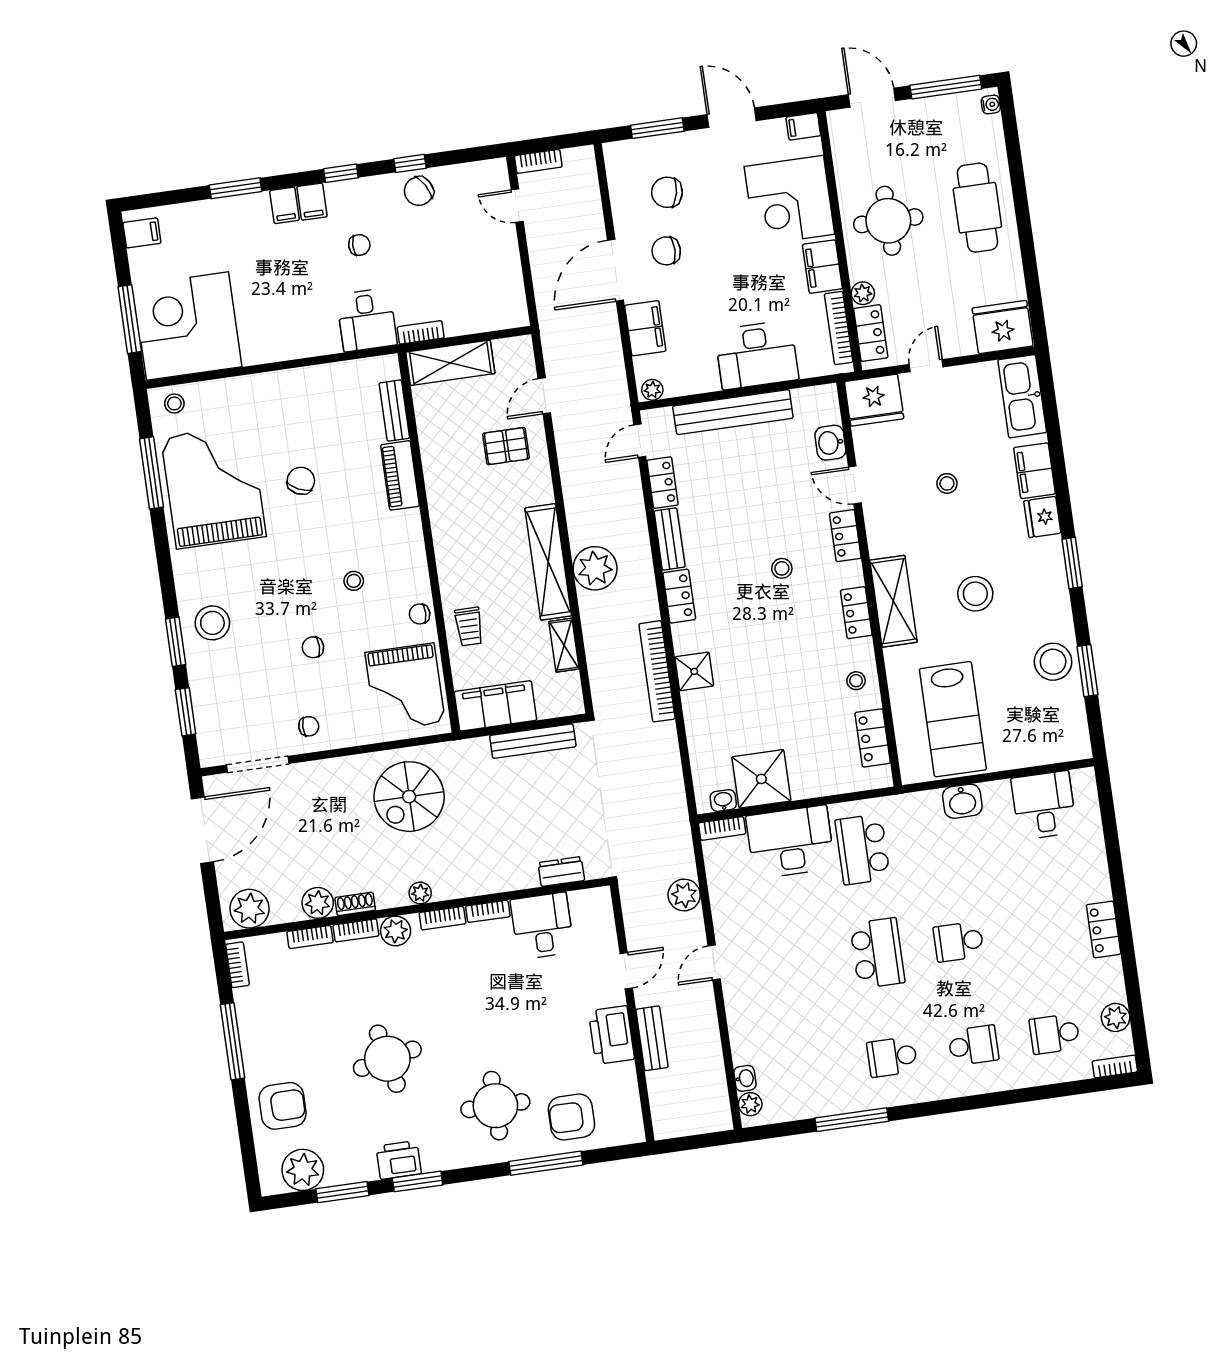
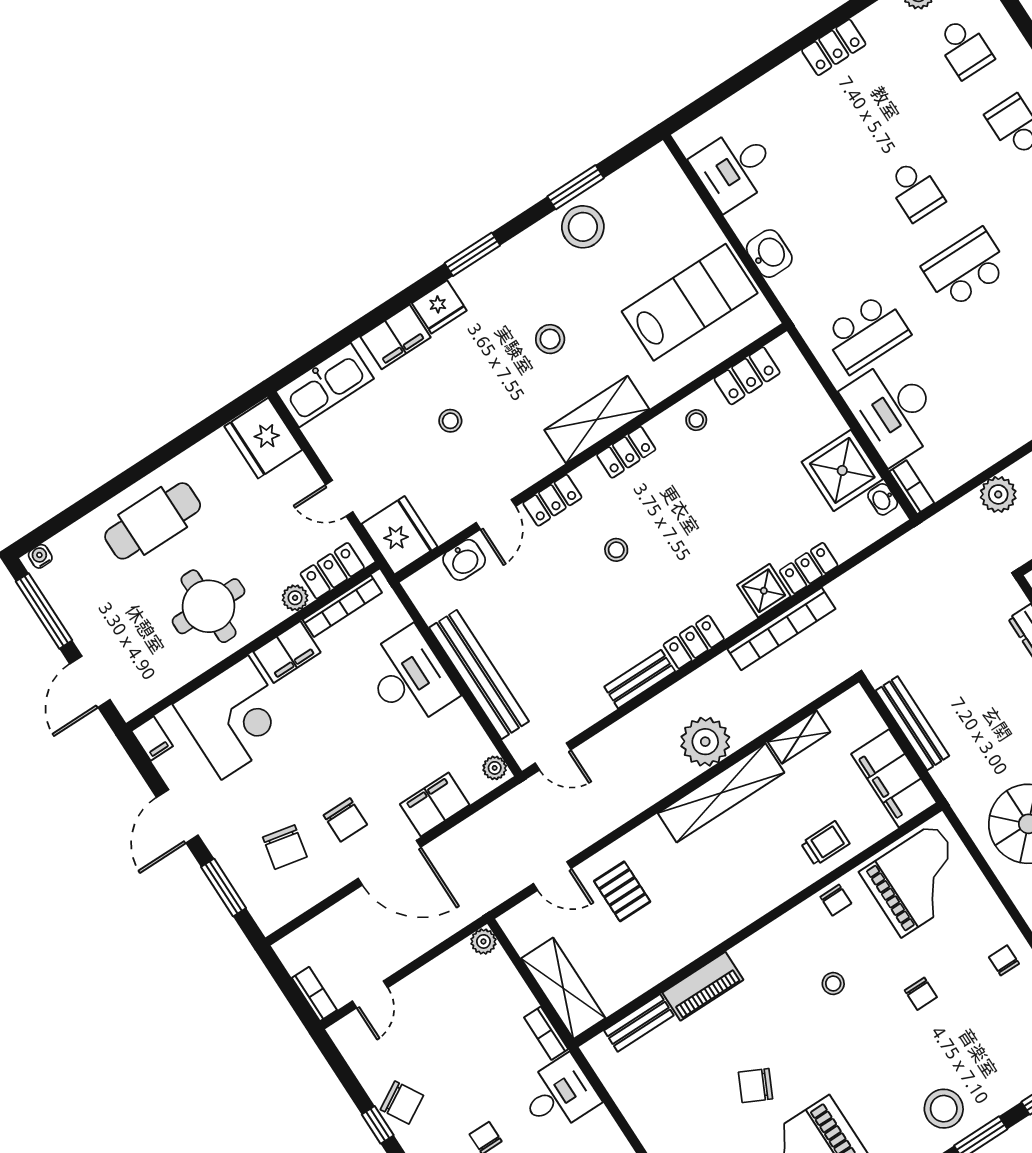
plant: (517, 316) -> (483, 941), added
locker: (662, 483) -> (809, 568), moved
stool: (975, 594) -> (550, 339), width x0.73, depth x0.73

